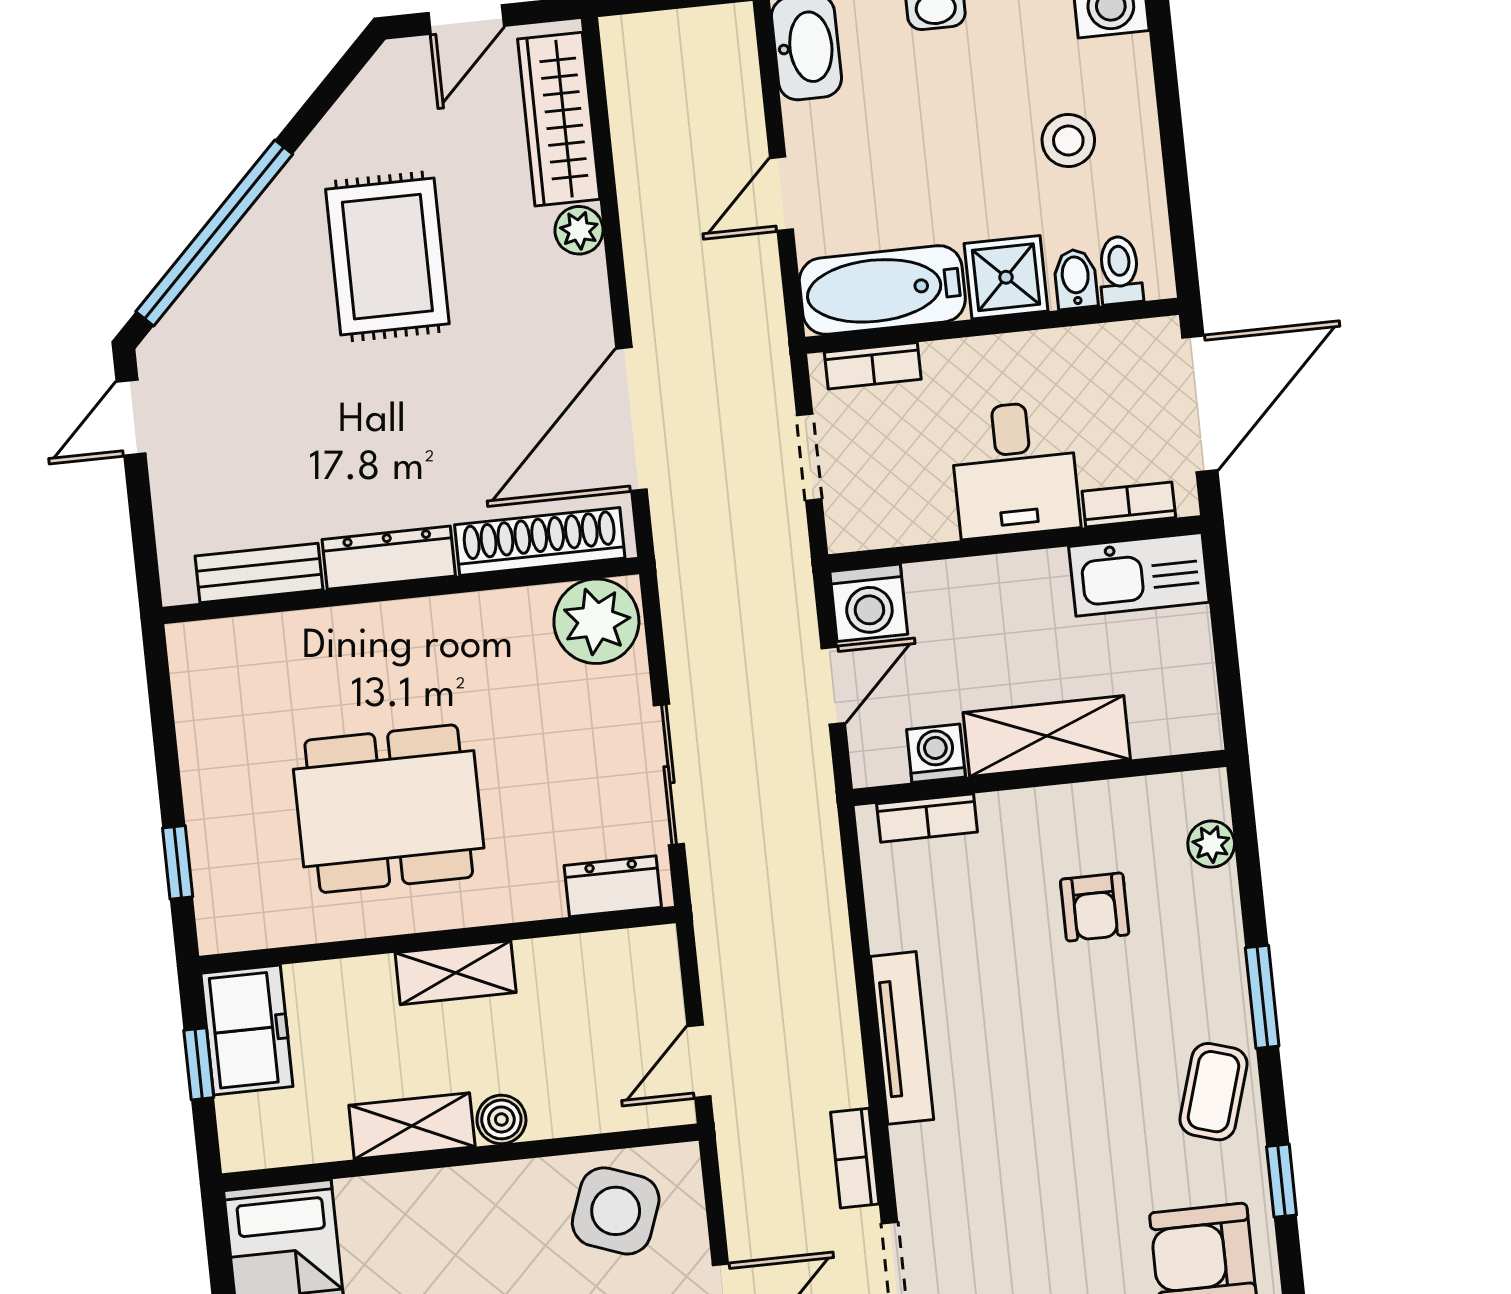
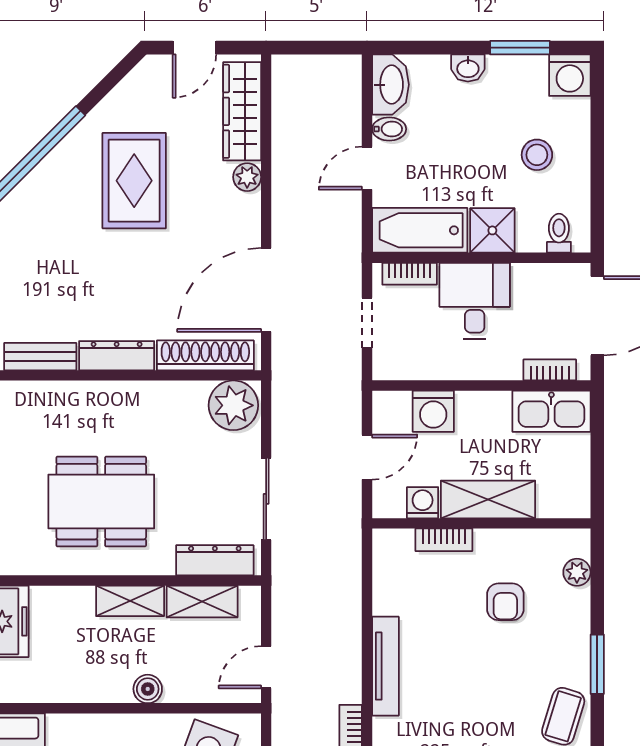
bidet: (1076, 279) -> (389, 129), moved, turned 90
desk: (1015, 469) -> (475, 301), moved, turned 180
washing machine: (869, 603) -> (433, 411), moved
bookcase: (927, 818) -> (444, 540), moved
dresser: (613, 886) -> (215, 560), width x1.44
shelving: (412, 1126) -> (202, 602), moved

